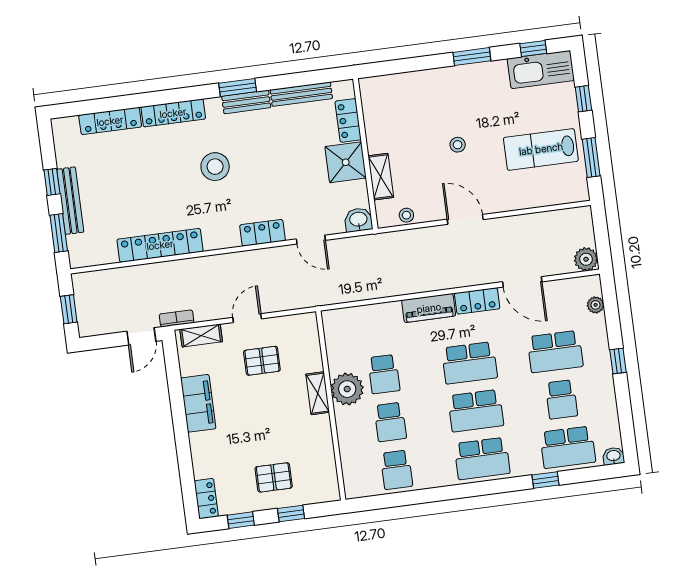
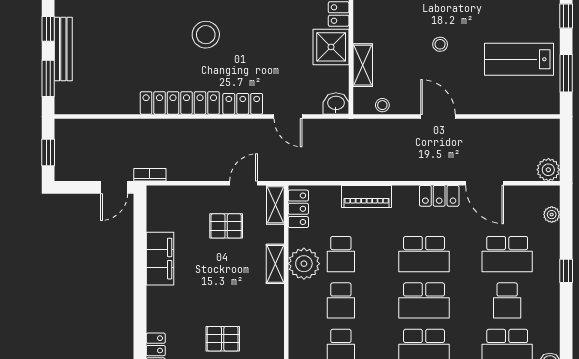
locker: (160, 245) -> (180, 103), moved
piano: (429, 308) -> (367, 197), moved
door: (247, 318) -> (244, 183), moved
locker: (334, 333) -> (298, 209), added
shelving: (201, 335) -> (275, 205), moved, turned 90

